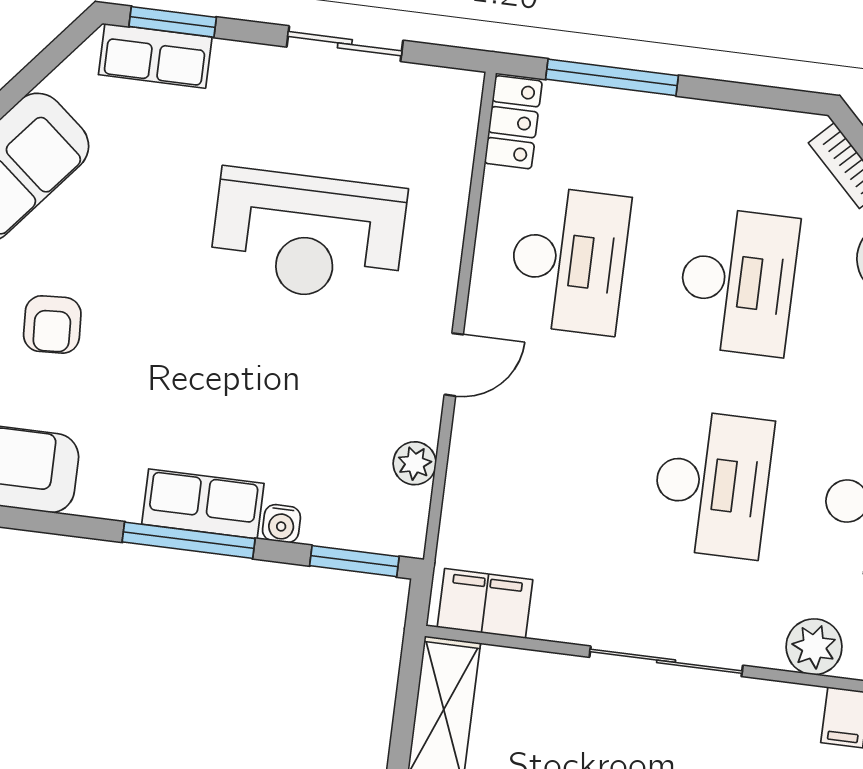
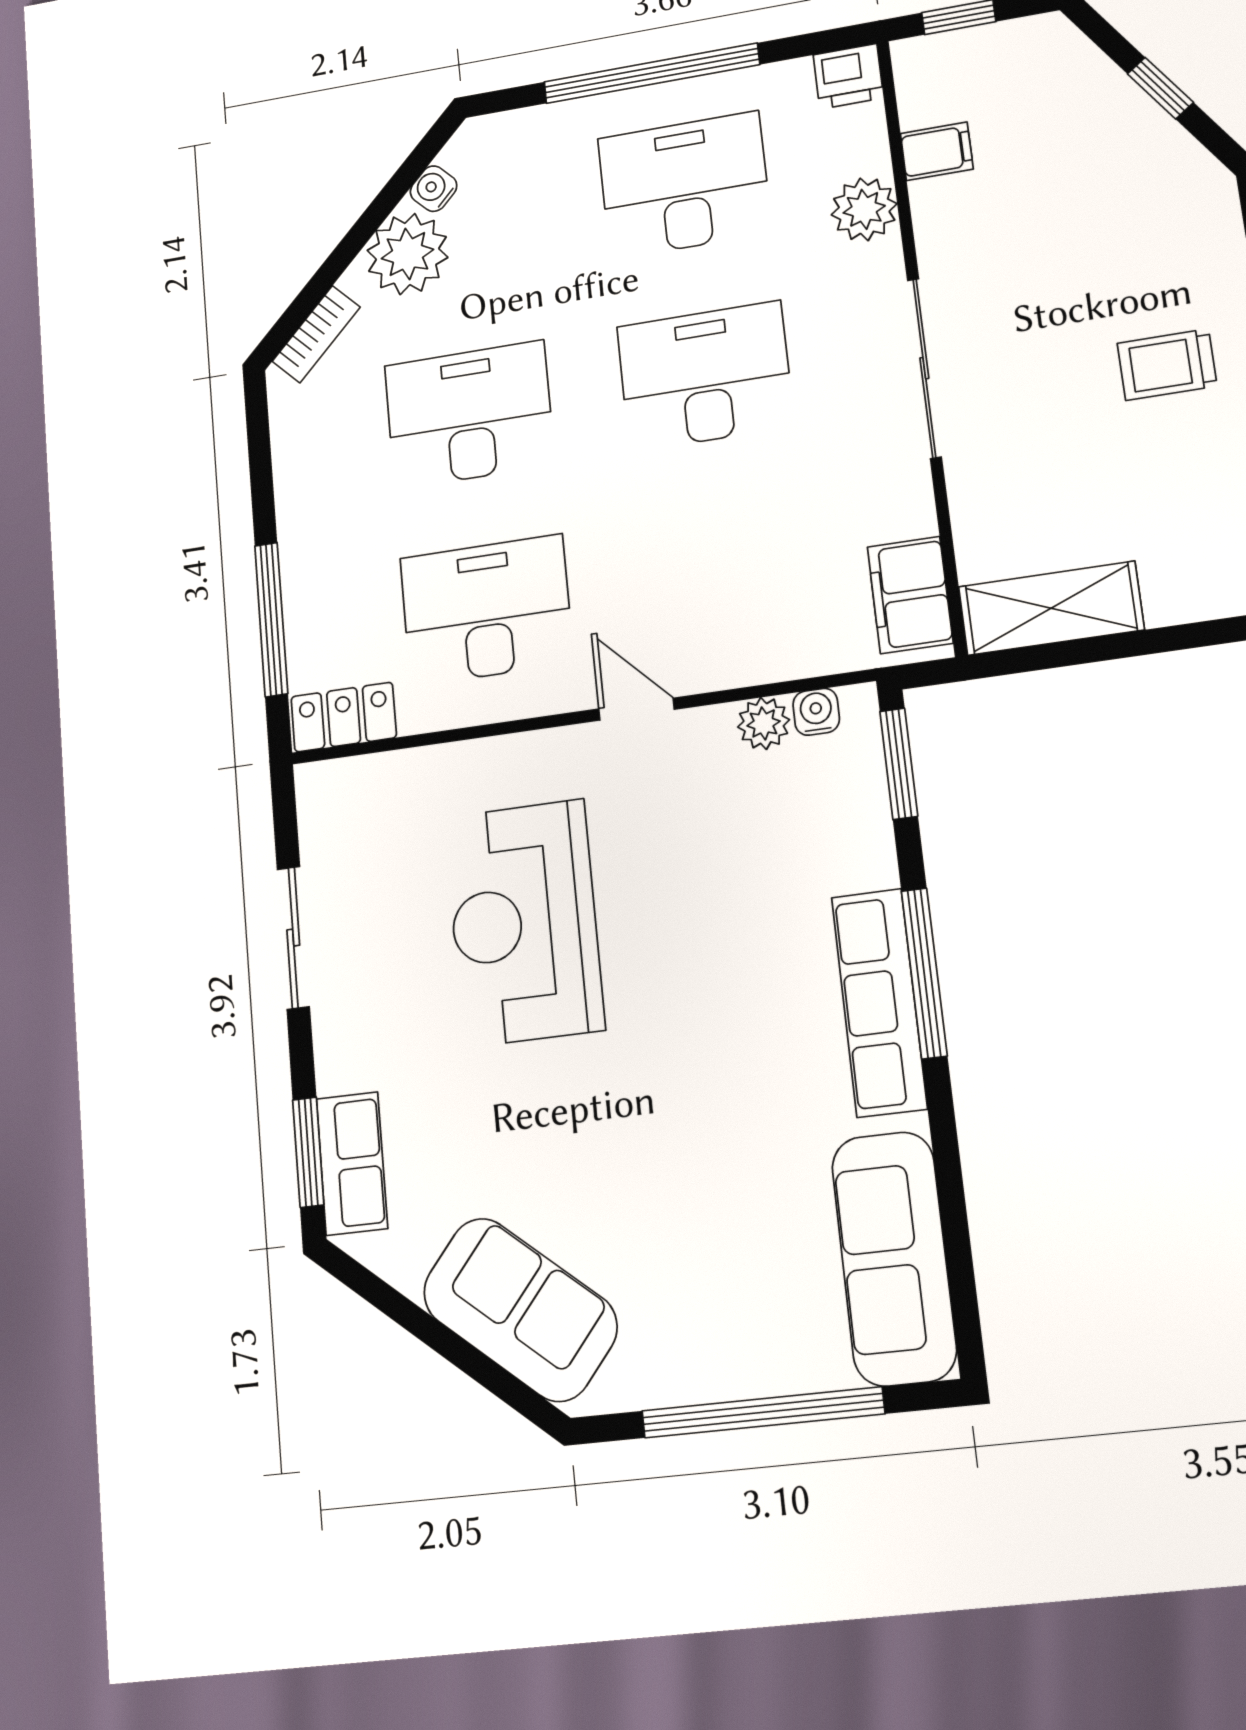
reception desk: (308, 235) -> (524, 923), turned 180
armchair: (52, 324) -> (700, 1212), removed
row of seats: (203, 504) -> (879, 1002), width x1.48
water cooler: (281, 524) -> (816, 712), moved, turned -90

